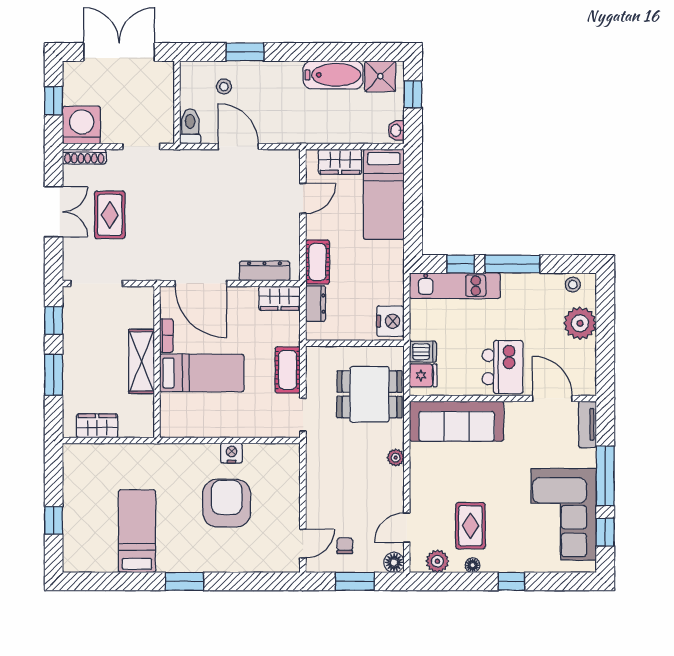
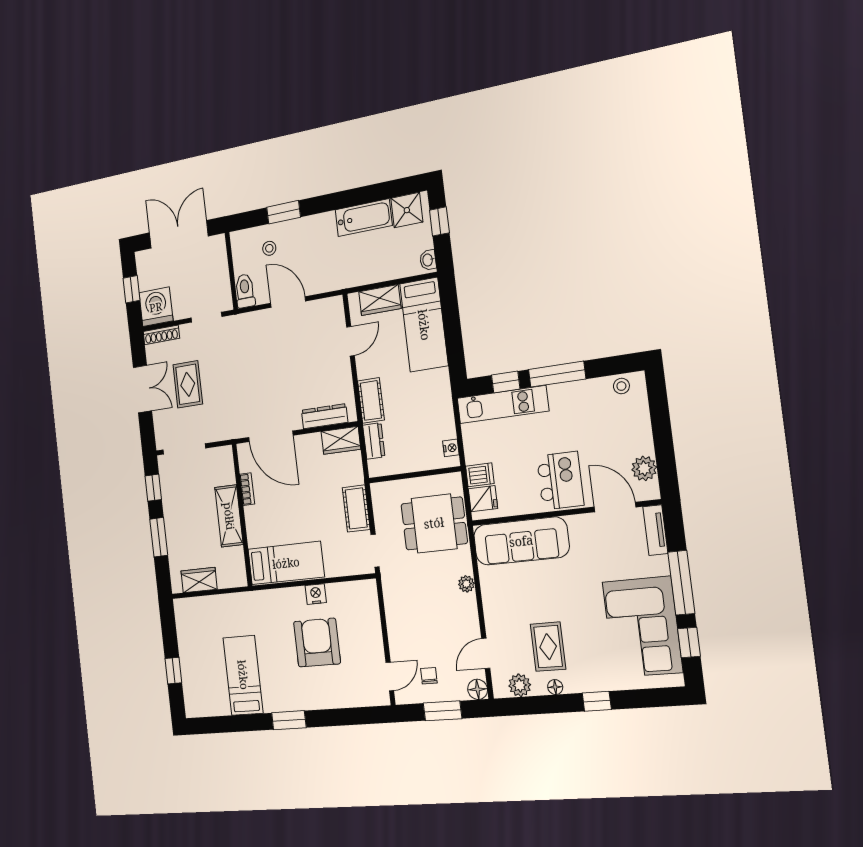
nightstand: (390, 321) -> (451, 448), width x0.53, depth x0.56
plant: (580, 323) -> (644, 468), moved, width x0.73, depth x0.73
bed: (202, 373) -> (286, 563), moved

